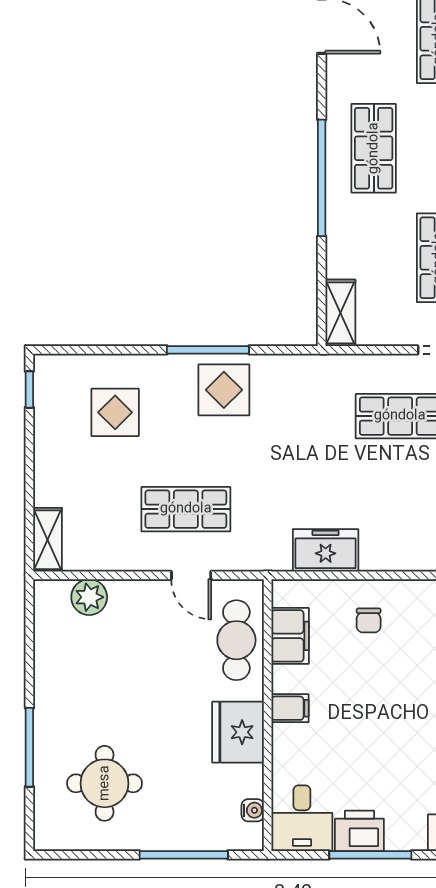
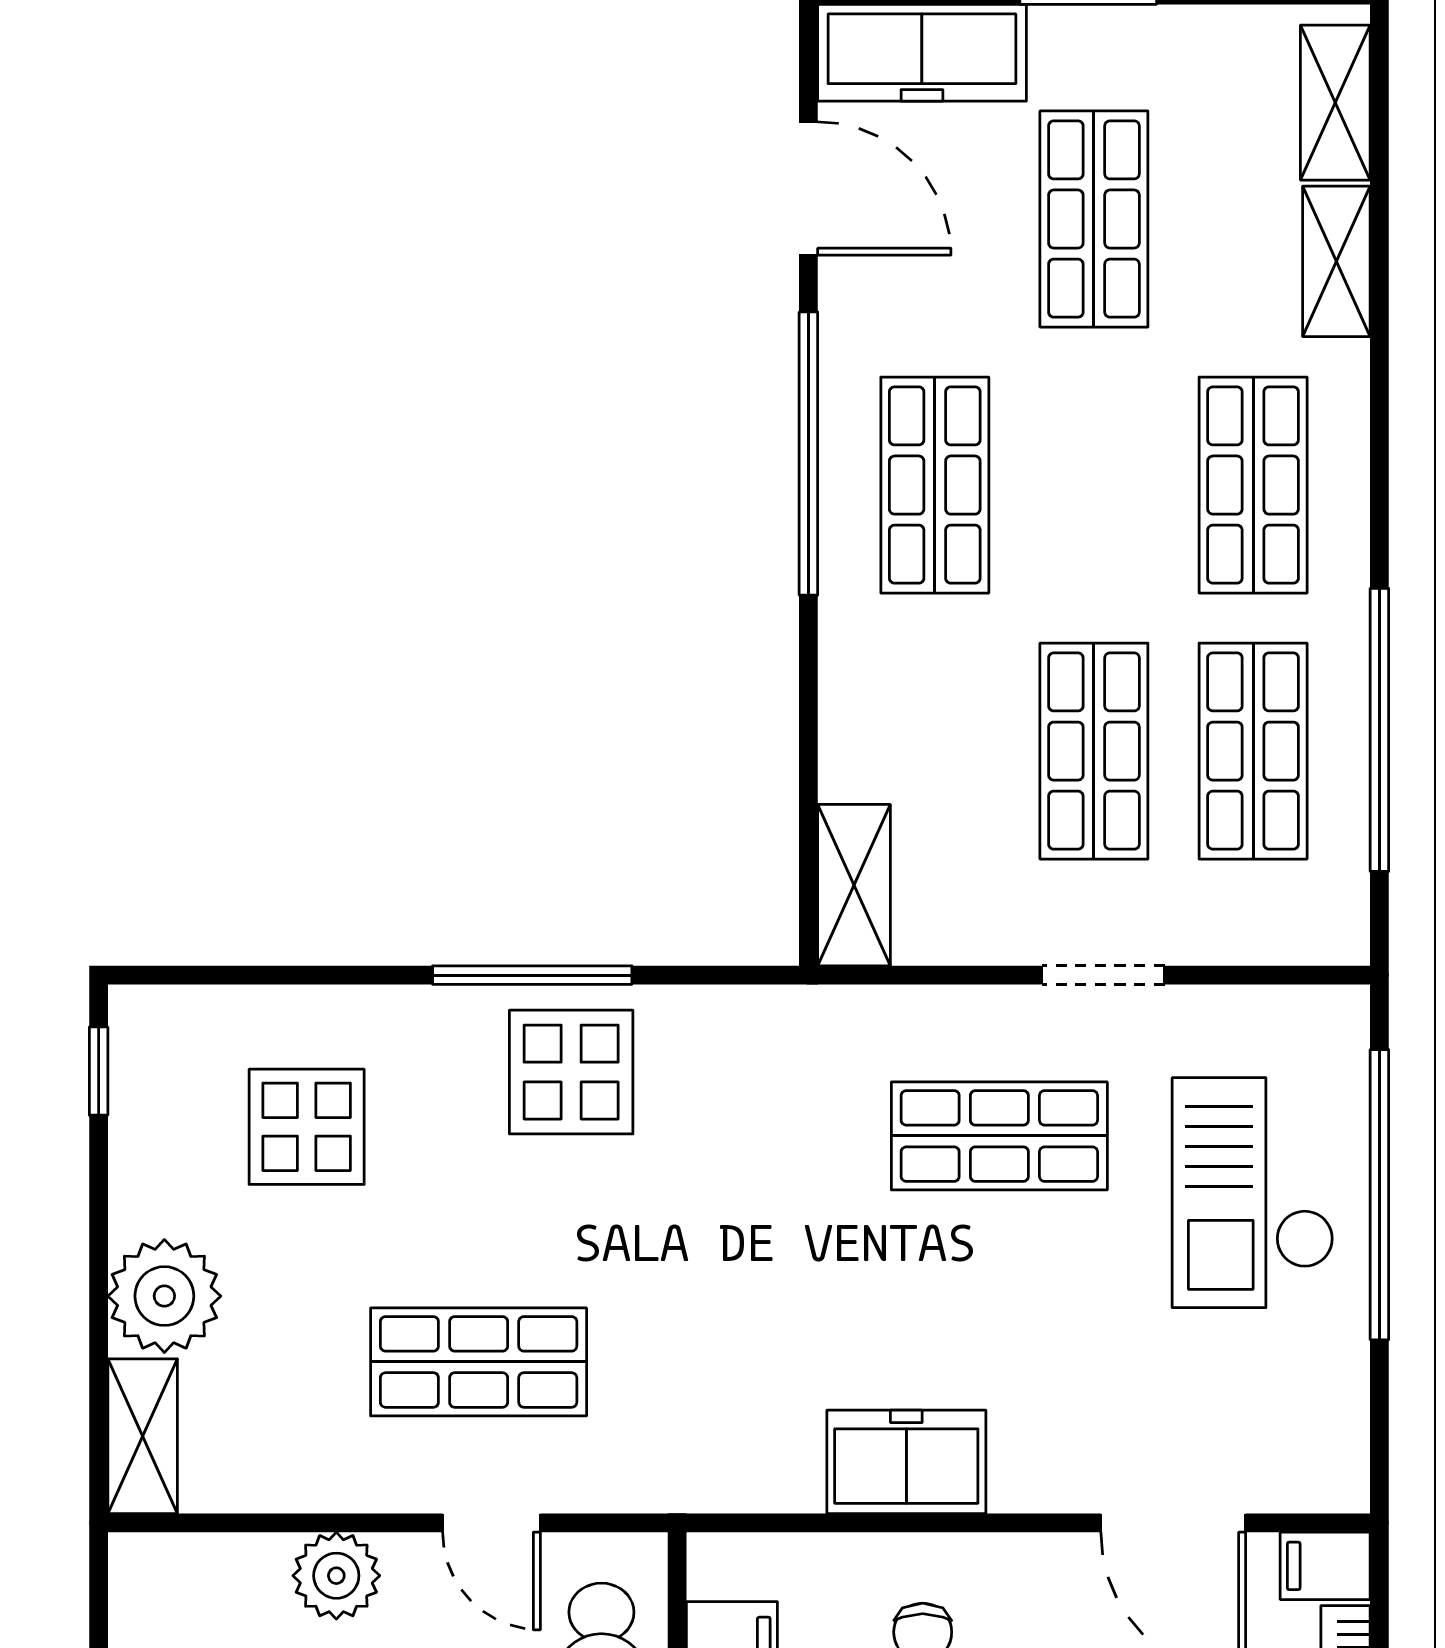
window: (322, 178) -> (808, 454), moved
plant: (57, 482) -> (164, 1296), added
freezer: (326, 550) -> (906, 1462), moved
plant: (89, 597) -> (336, 1576), moved

